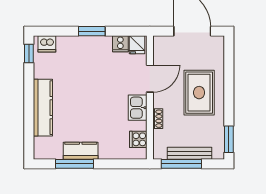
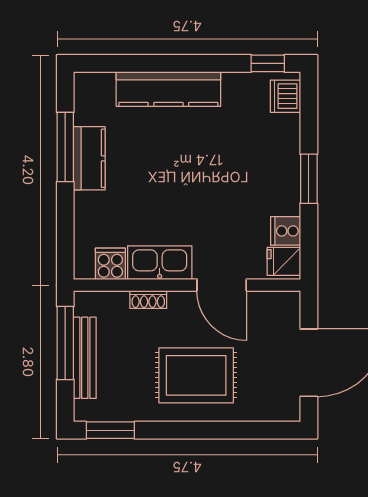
kitchen sink: (138, 108) -> (160, 263), width x1.38

